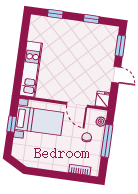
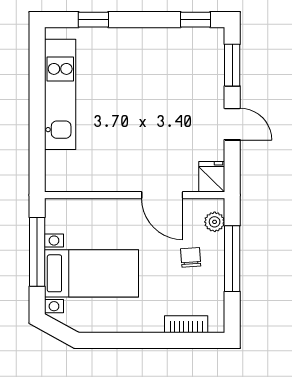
window: (91, 19) -> (195, 20), moved
kitchen unit: (31, 69) -> (60, 94), moved
bed with nightstands: (39, 121) -> (91, 273), moved
window: (12, 124) -> (37, 252), width x2.17

